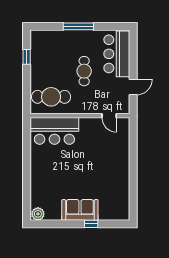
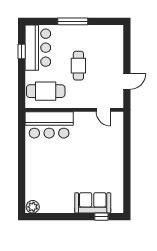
bar counter: (117, 54) -> (38, 48), moved, turned 180
sofa: (80, 210) -> (93, 203), moved
window: (91, 224) -> (101, 217), moved

